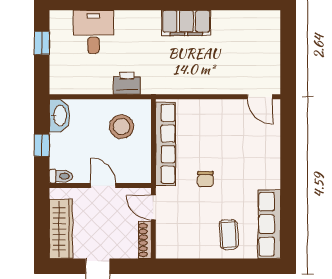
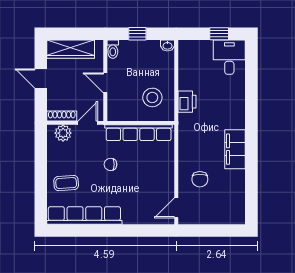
desk: (93, 32) -> (229, 57), moved, turned -90
chair: (224, 67) -> (200, 179), added
washbasin: (60, 115) -> (167, 45), width x0.52, depth x0.69
door: (103, 186) -> (105, 83), swing flipped
row of seats: (269, 224) -> (84, 215), width x1.36
plant: (166, 238) -> (63, 133), added

